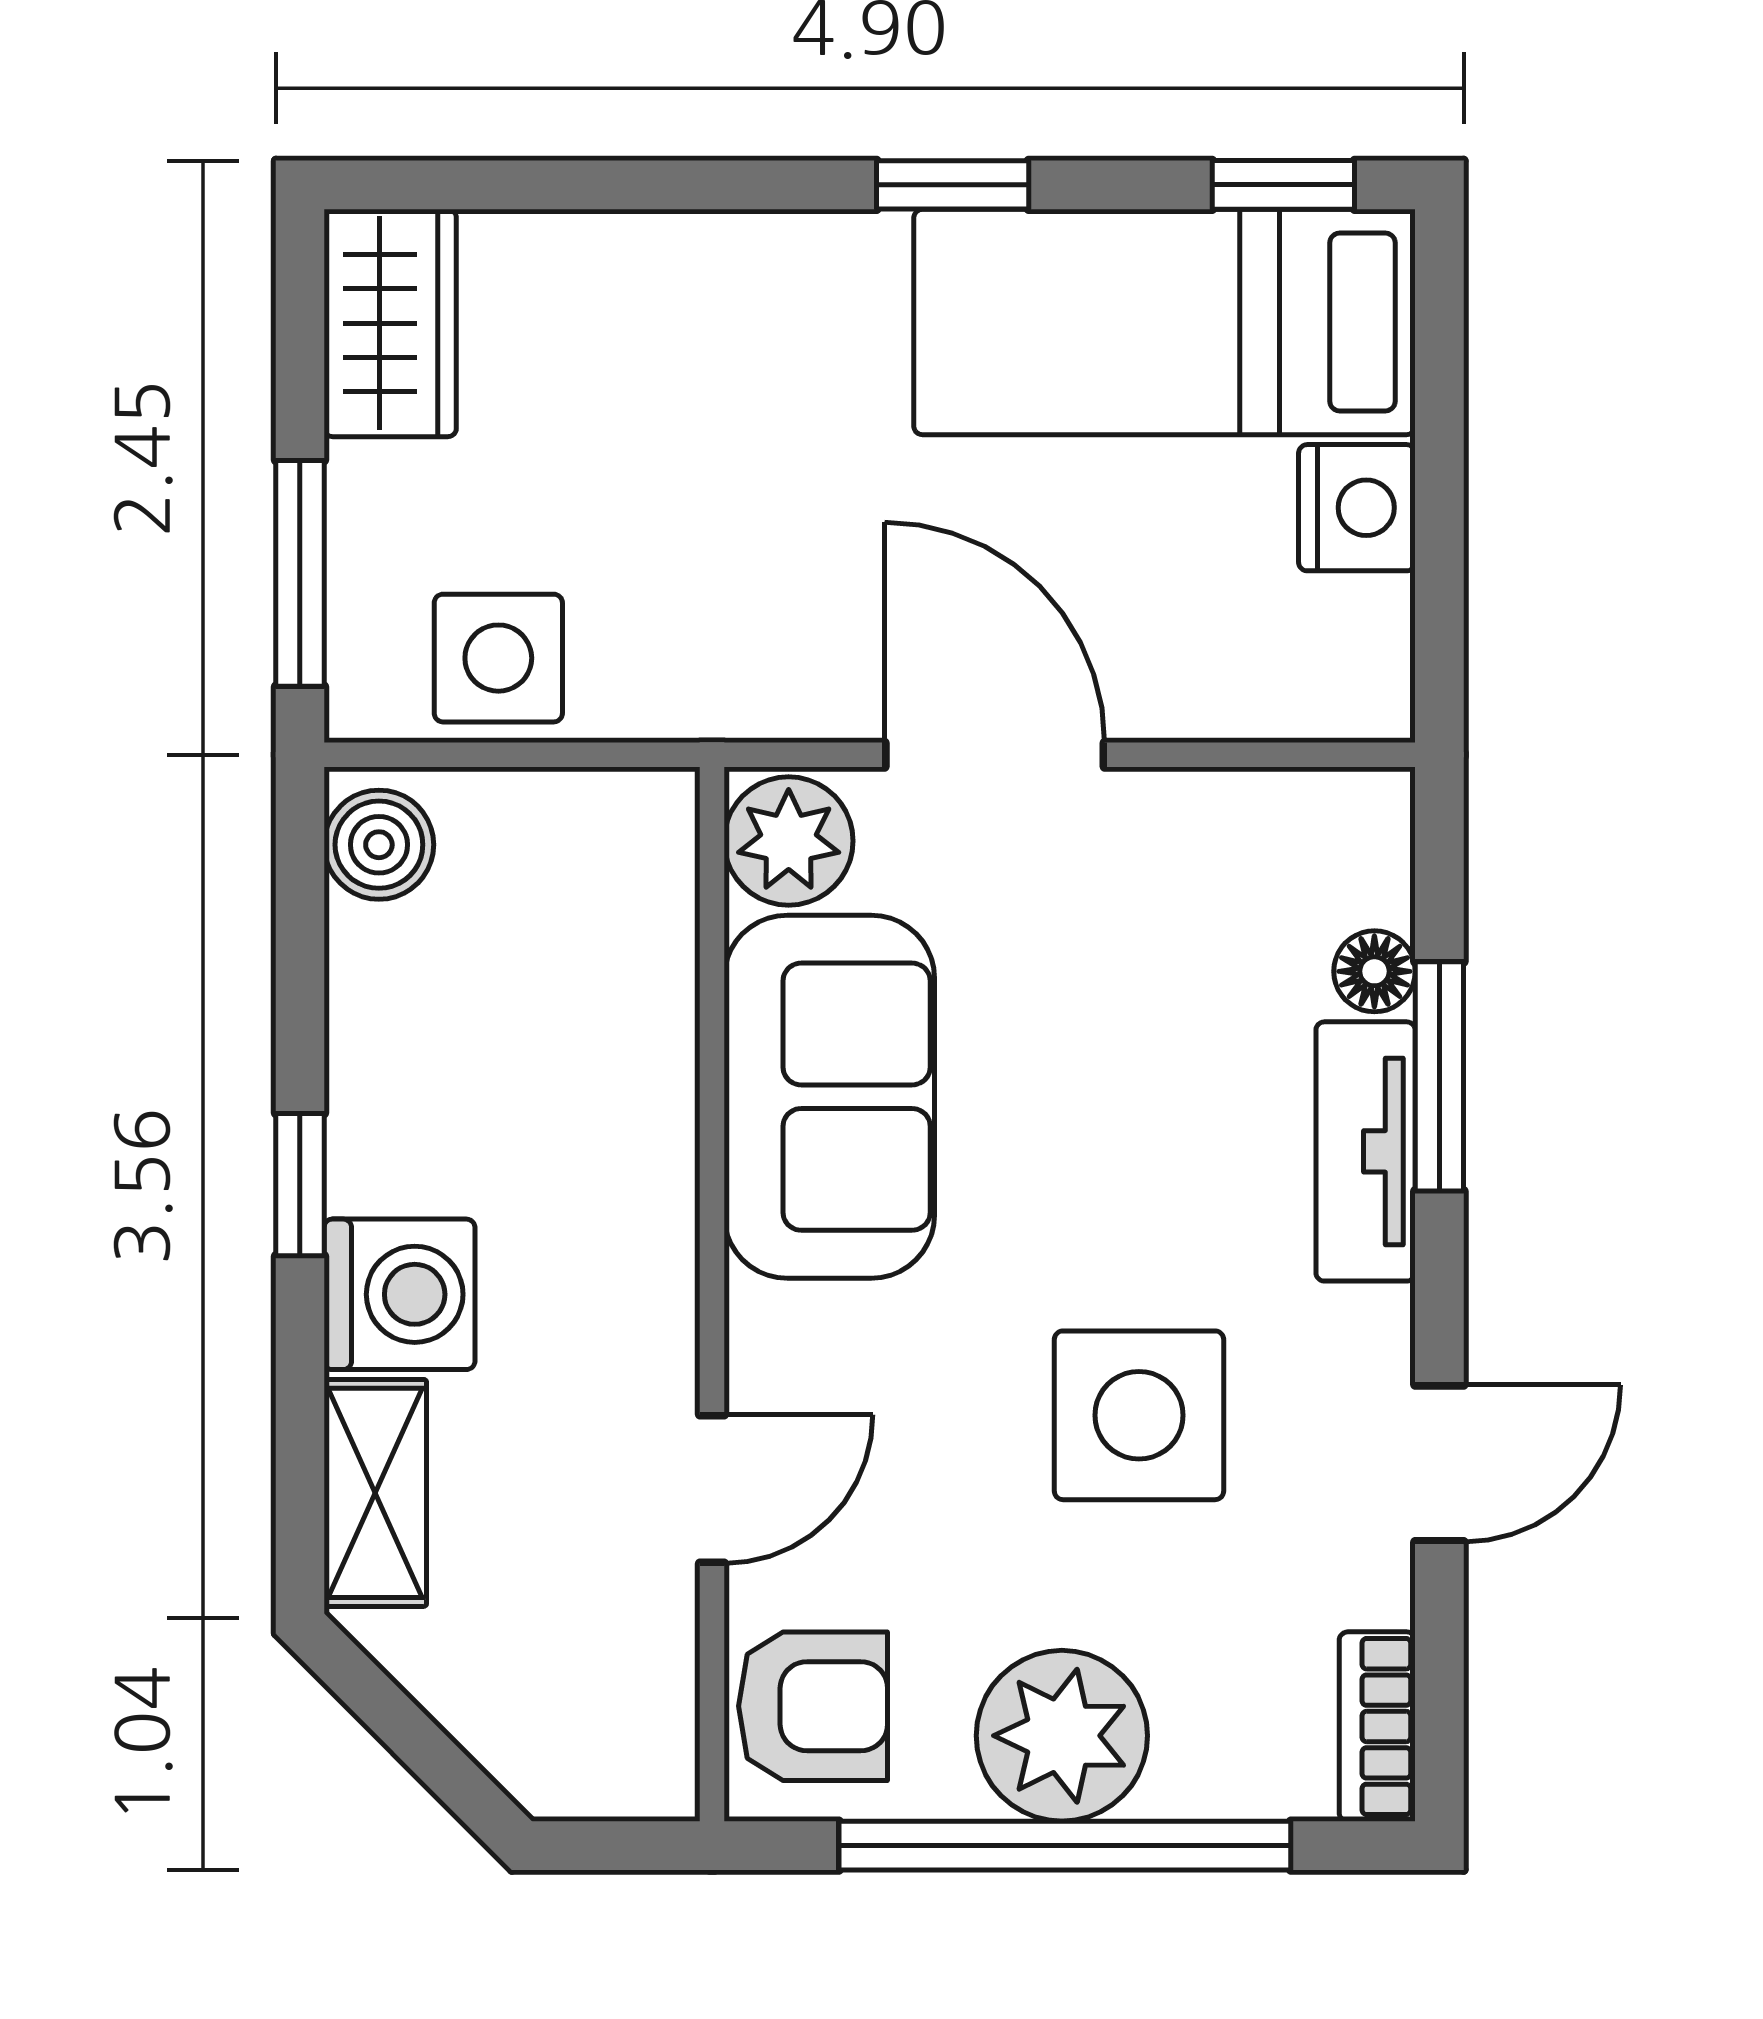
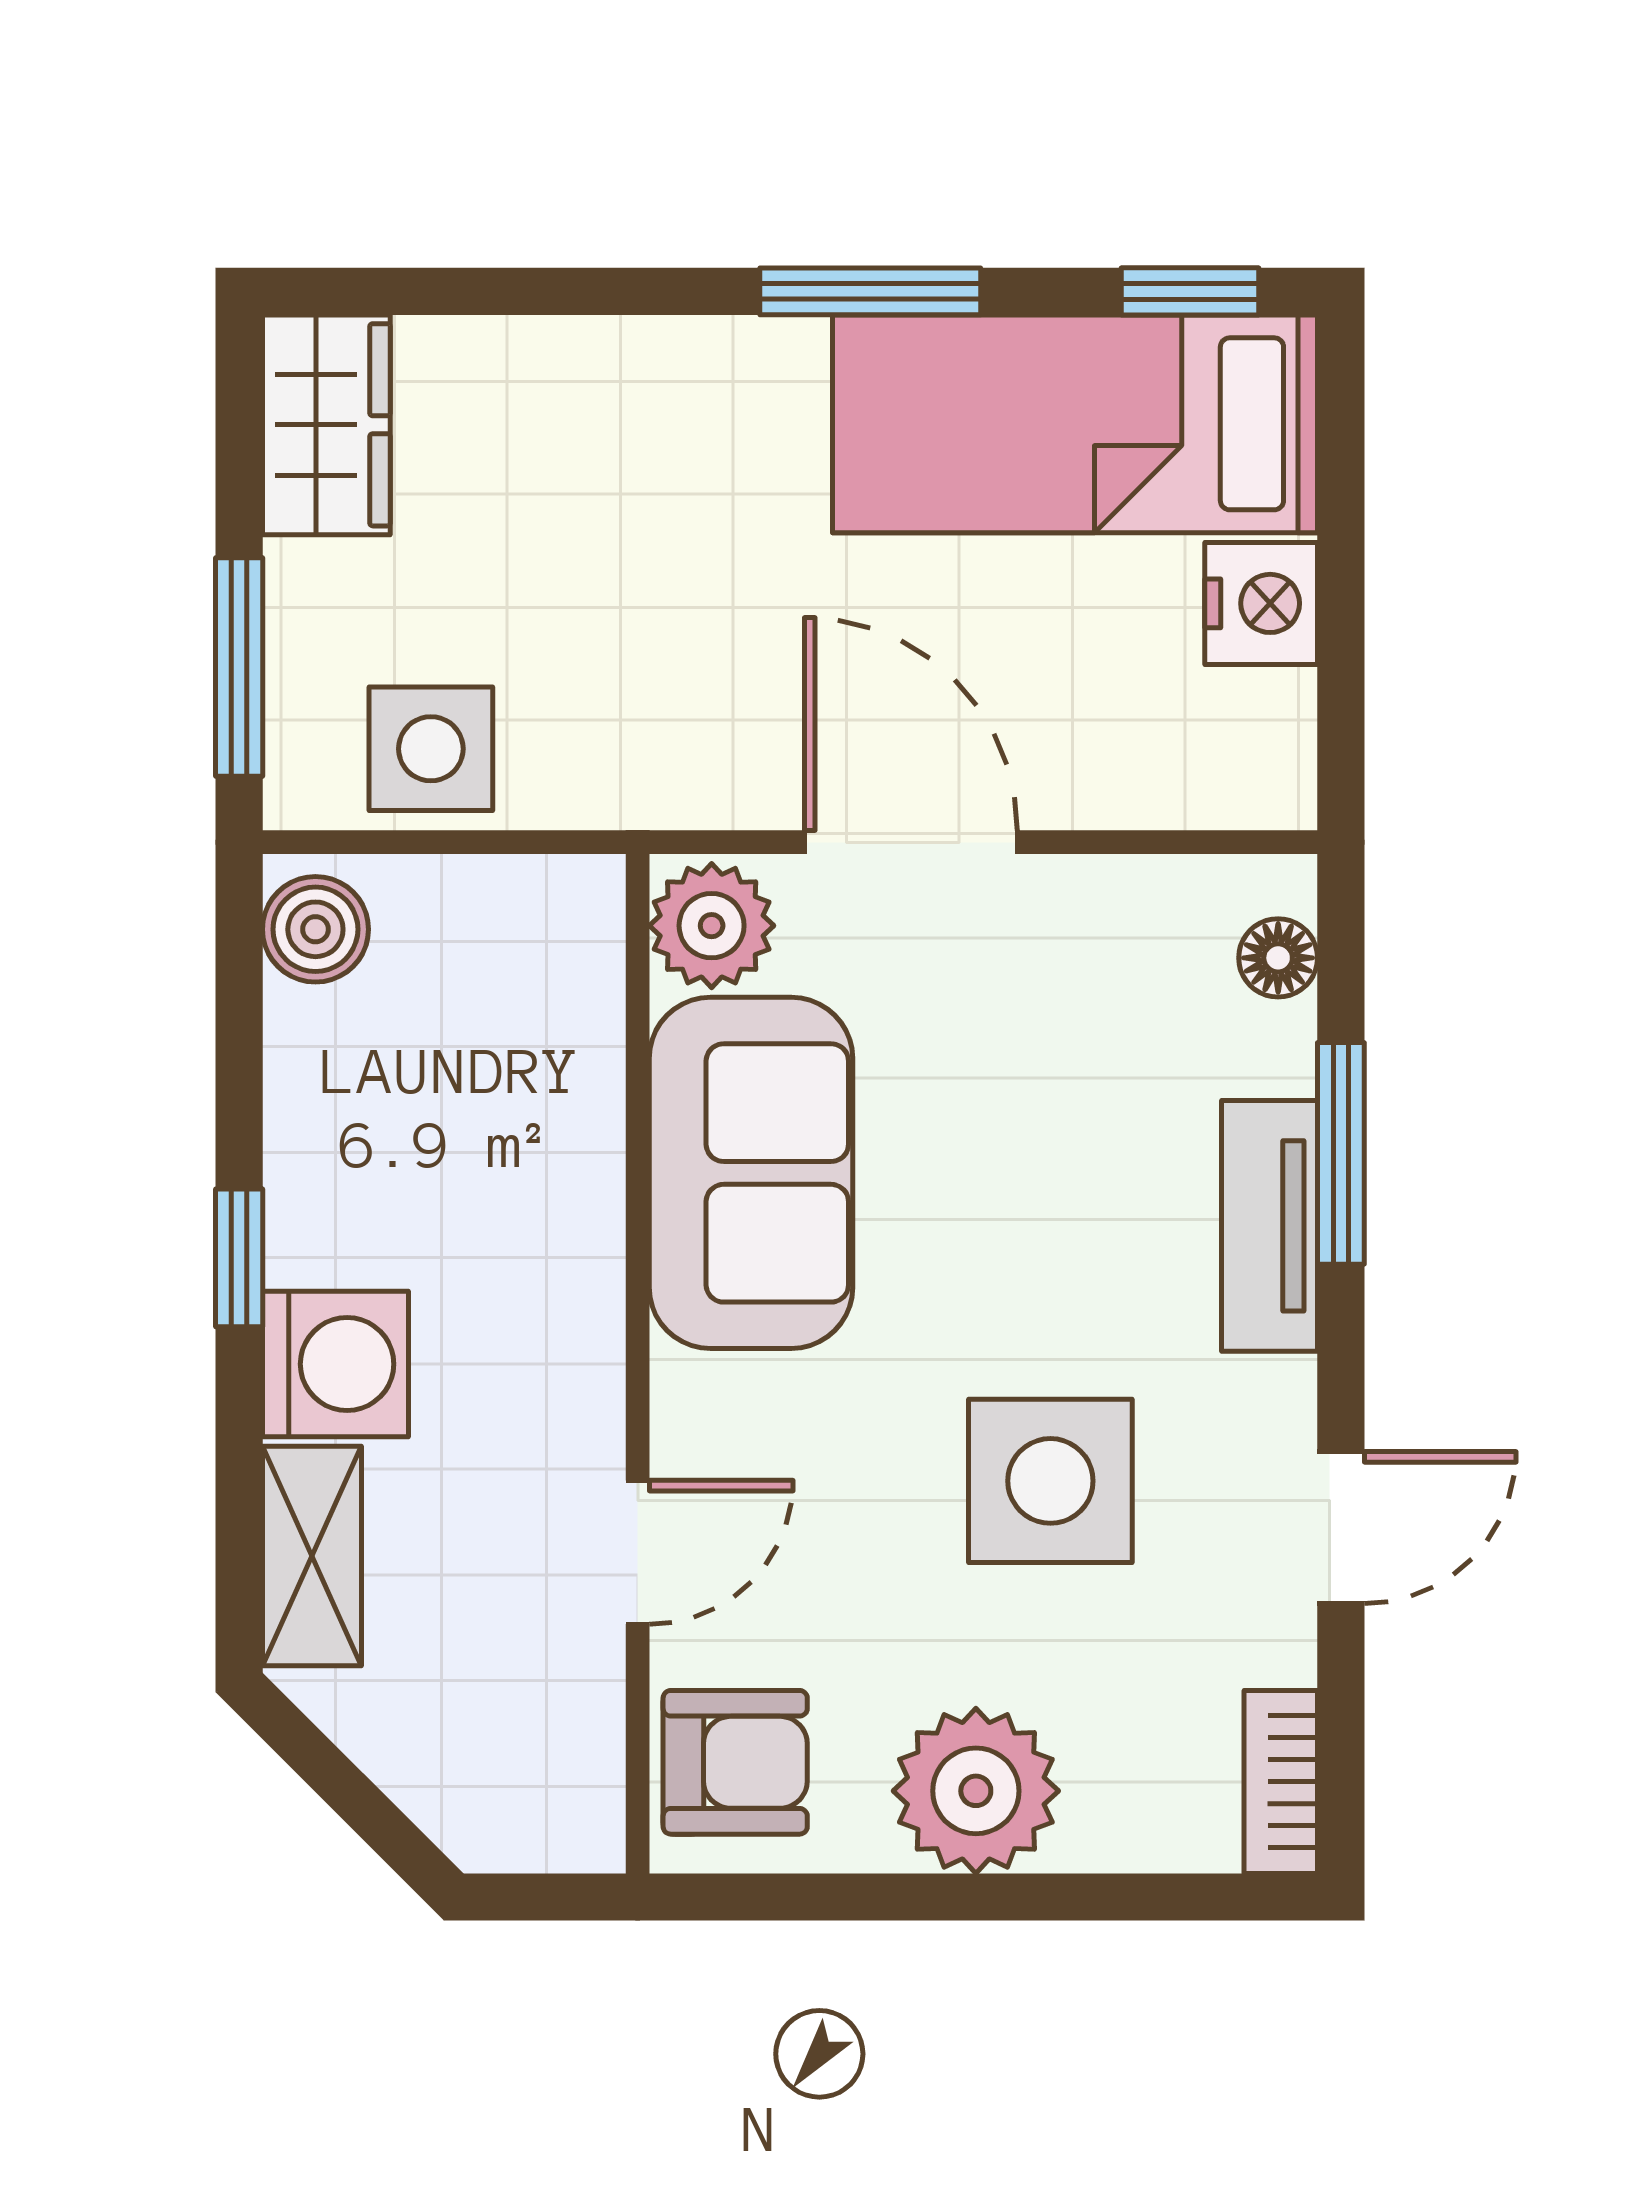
window: (953, 185) -> (870, 291), width x1.50
floor lamp: (1374, 971) -> (1278, 958), moved
window: (1065, 1846) -> (979, 1897), removed

